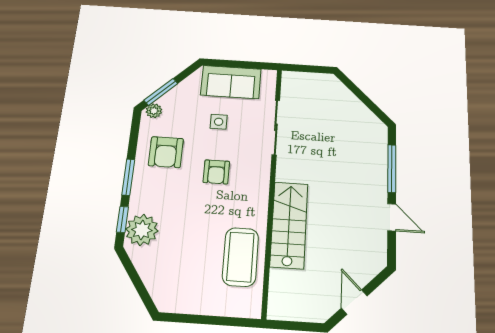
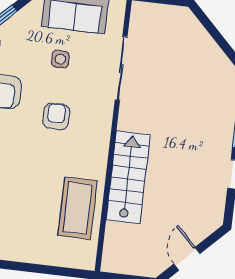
armchair: (216, 172) -> (56, 116), turned 180

